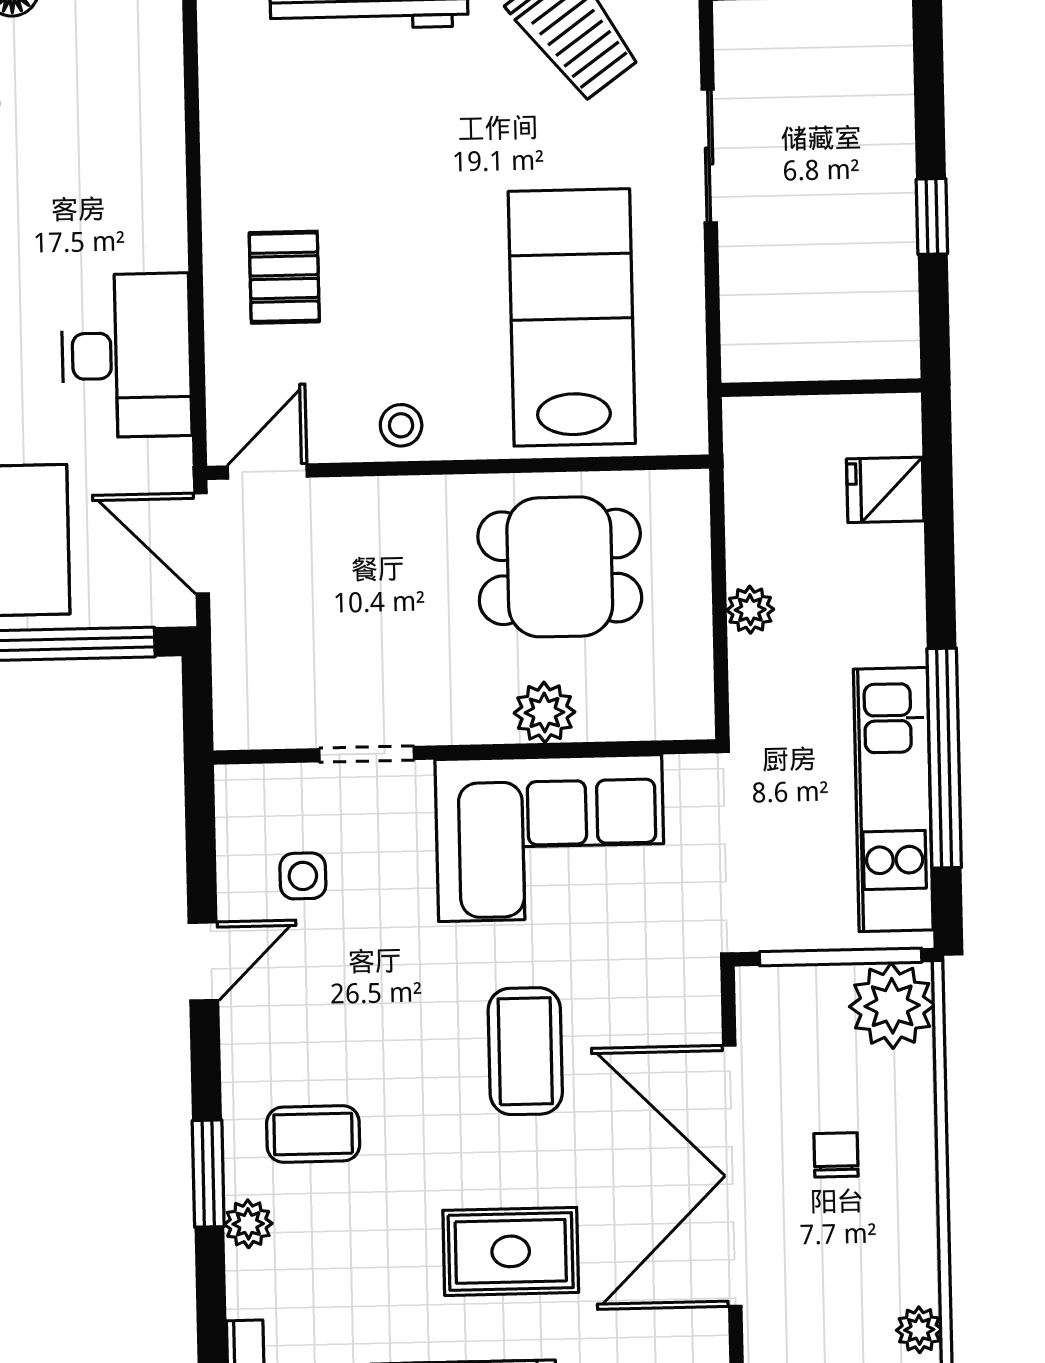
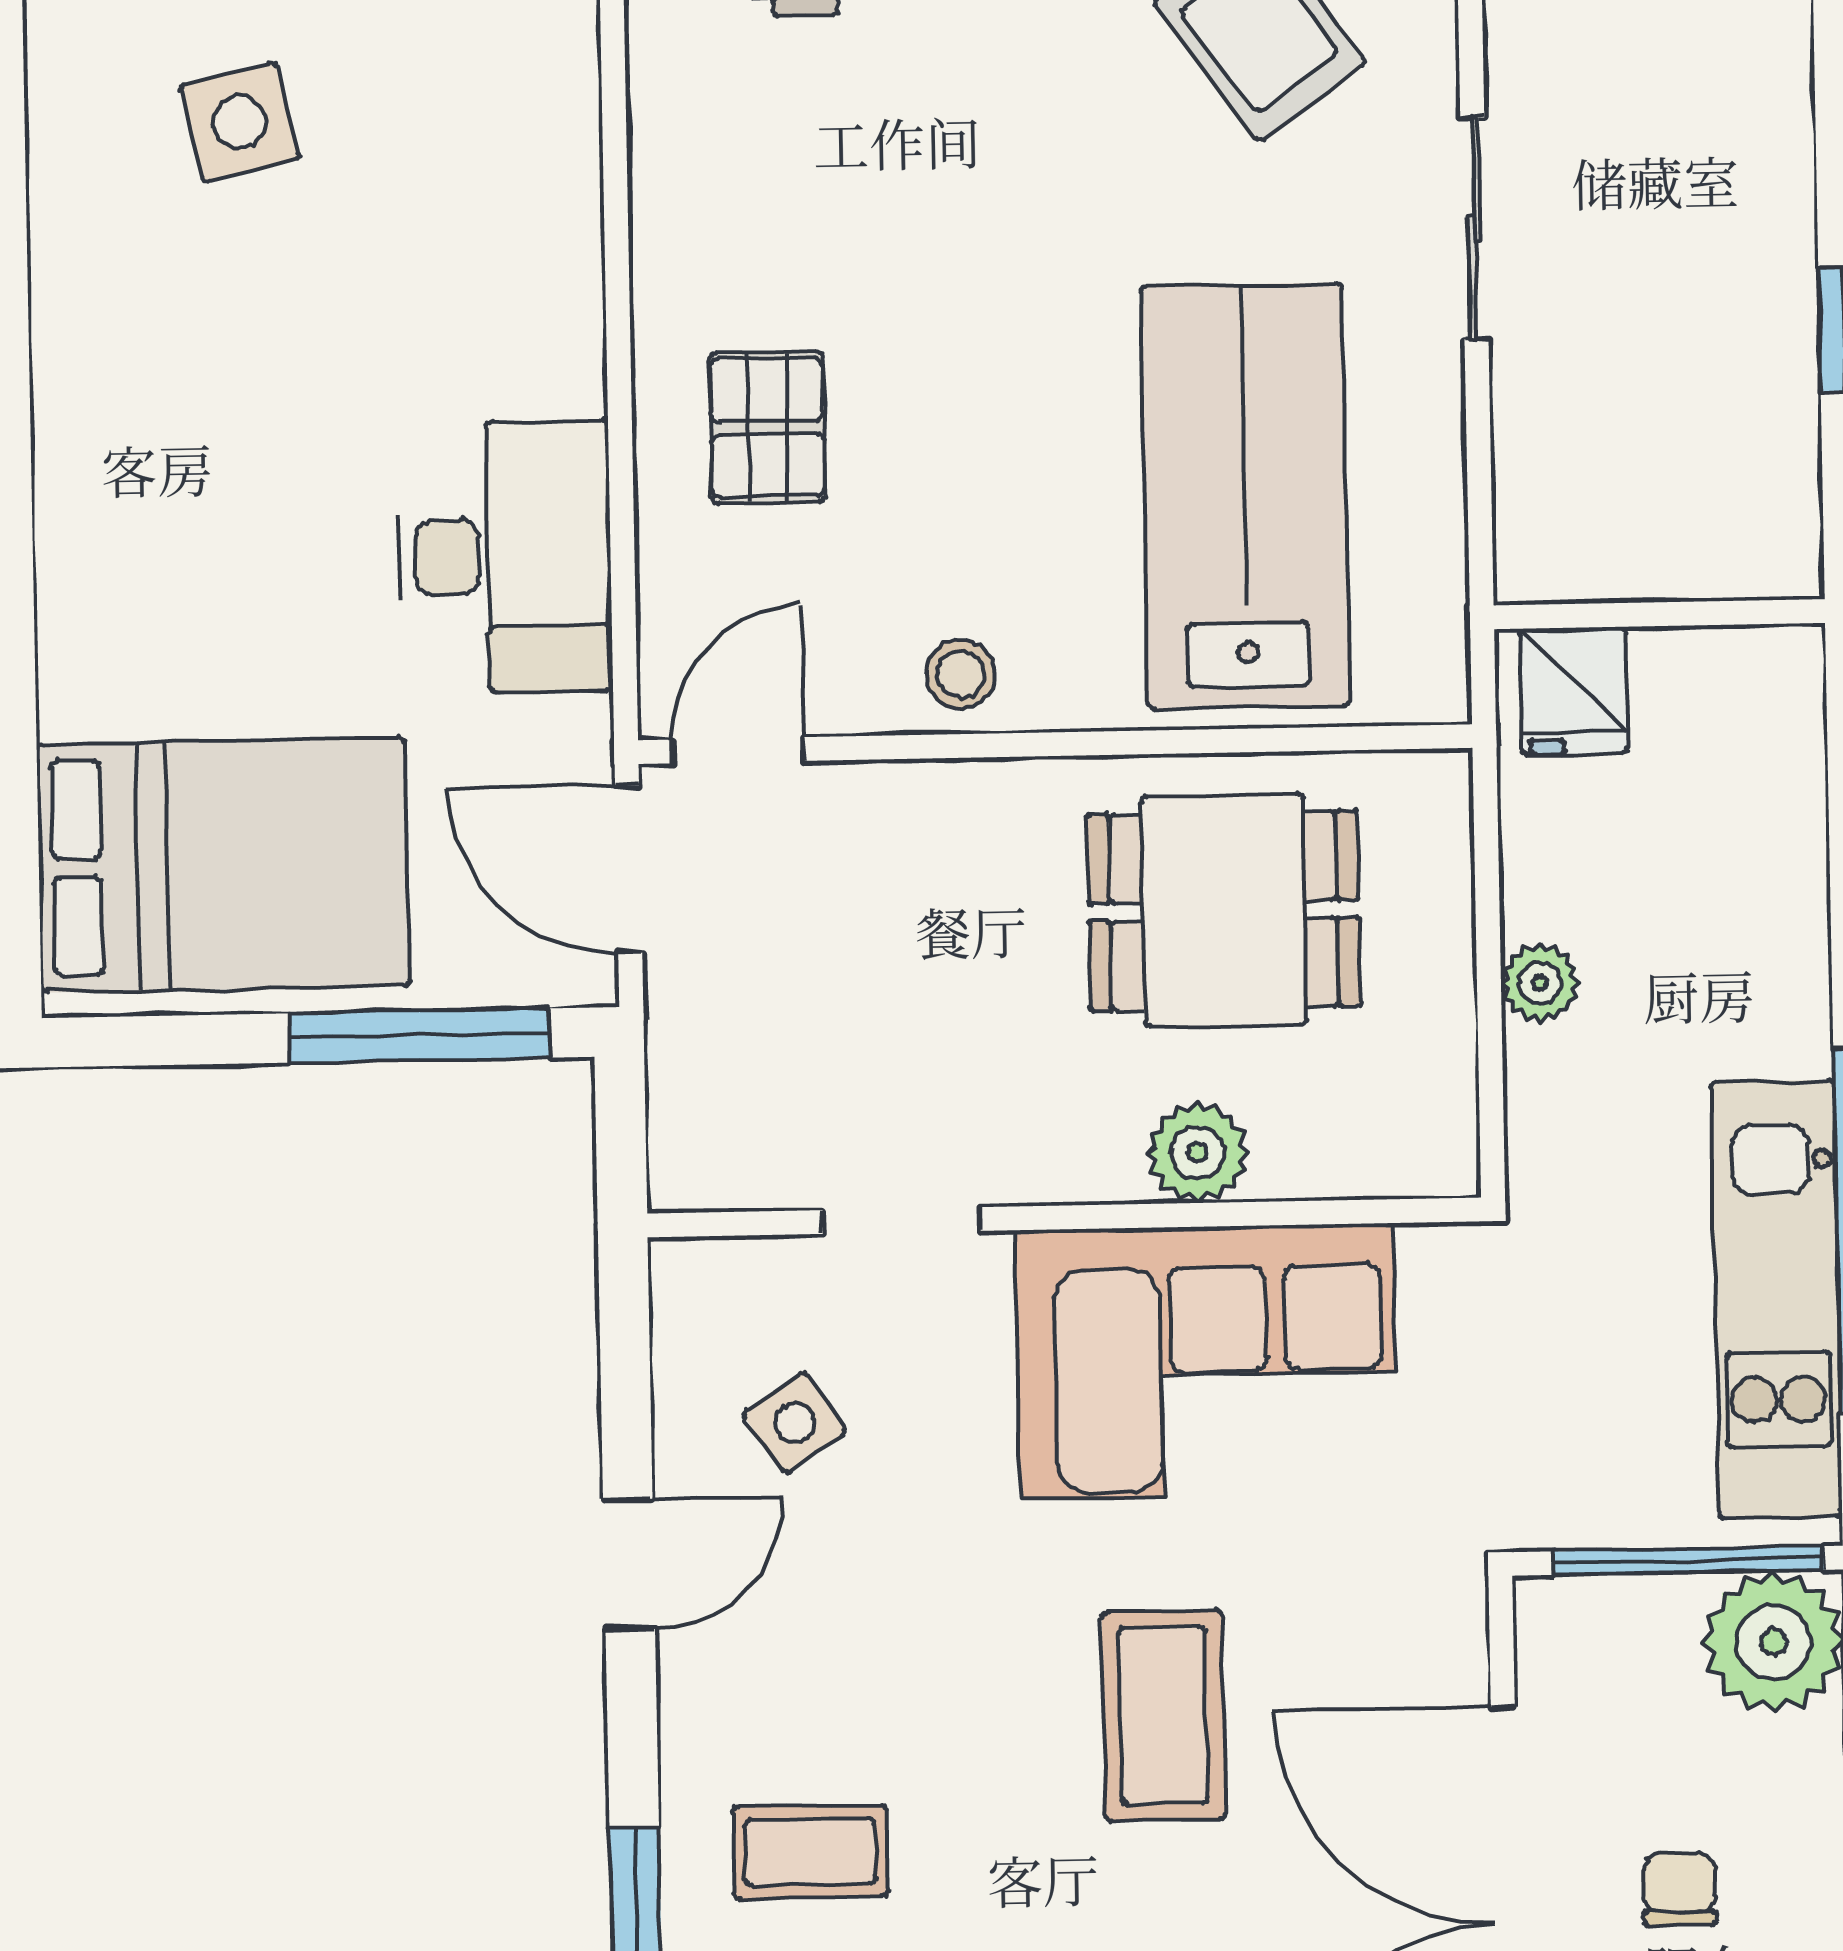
fridge: (885, 490) -> (1574, 691), moved, turned -90
side table: (303, 876) -> (795, 1423), turned -34

